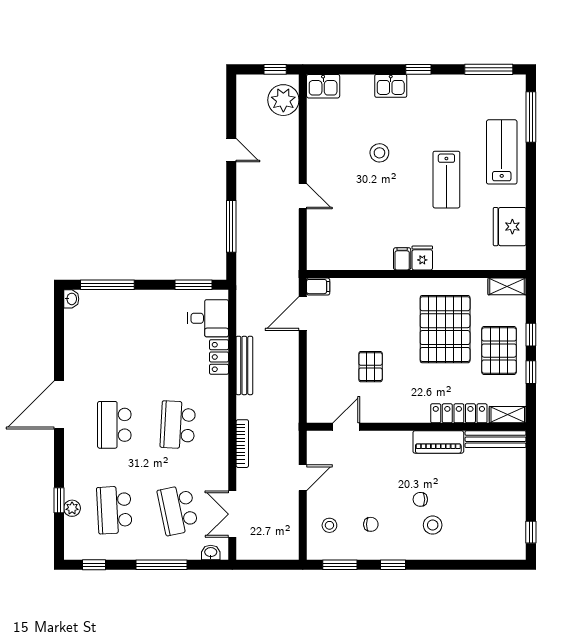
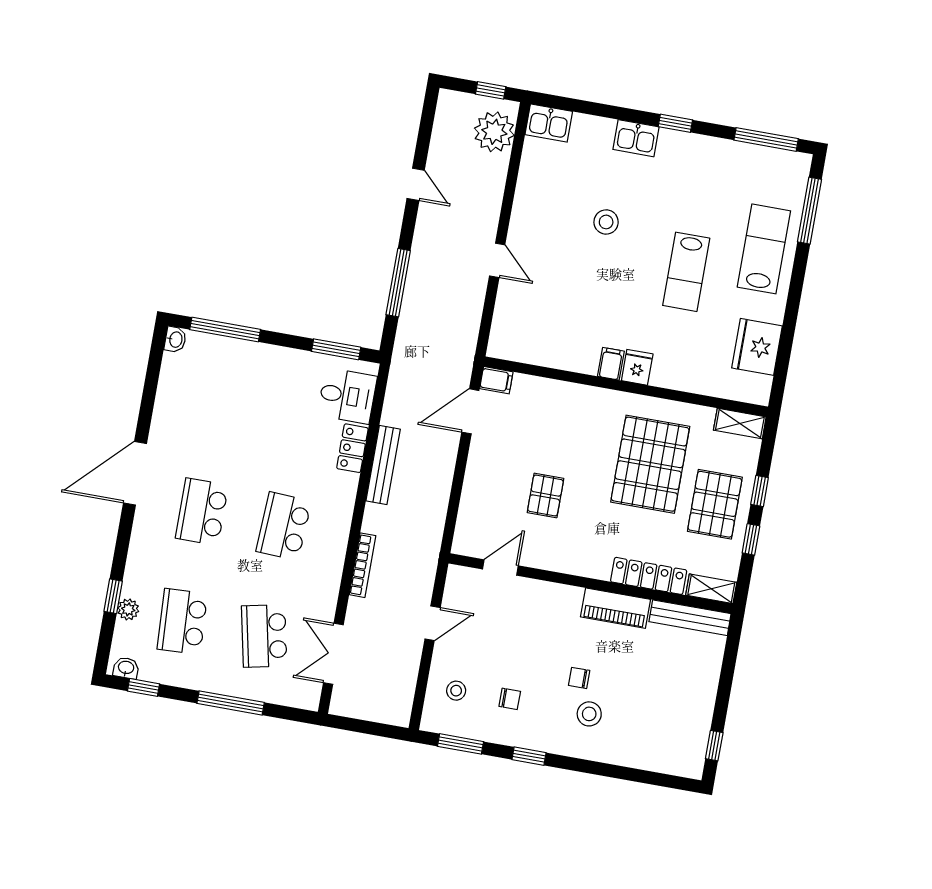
washbasin: (211, 553) -> (126, 668), moved

